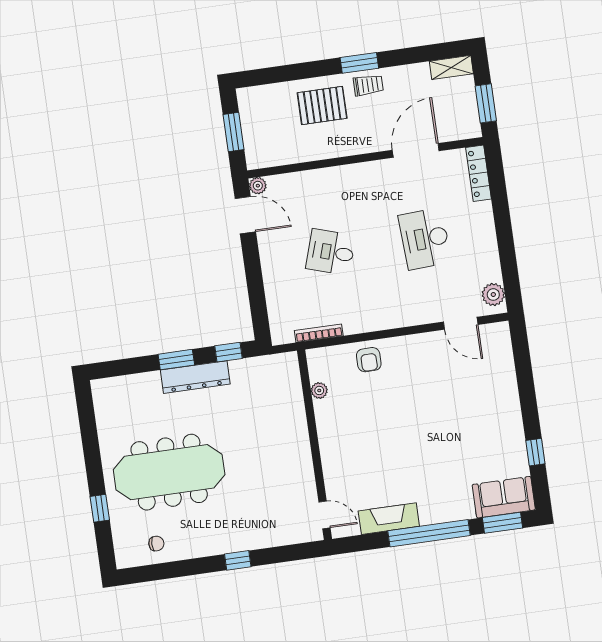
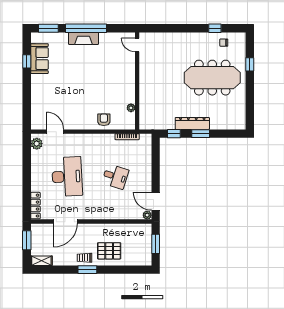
desk: (425, 239) -> (67, 177), width x1.36, depth x1.30
sofa: (504, 497) -> (40, 59), moved, turned -90
fireplace: (389, 519) -> (84, 38), moved
window: (238, 560) -> (215, 28), moved

